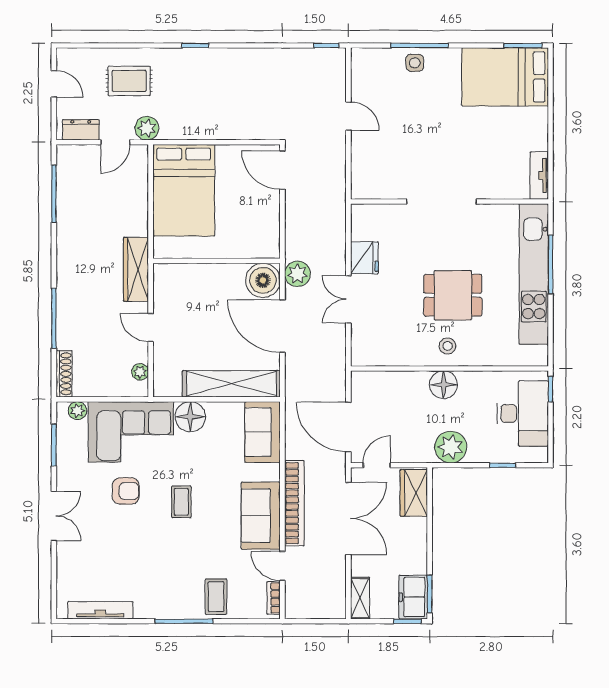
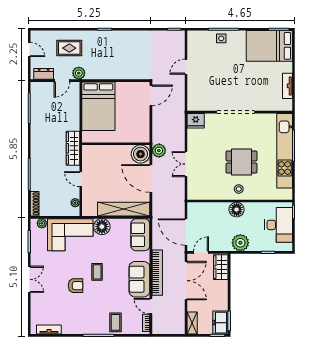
door: (348, 116) -> (186, 67), swing flipped
door: (282, 170) -> (151, 95), swing flipped
tv unit: (539, 176) -> (287, 86), moved
fridge: (364, 258) -> (196, 121), moved, turned 90
armchair: (126, 491) -> (76, 286), moved
tv unit: (100, 610) -> (49, 330), width x0.71

